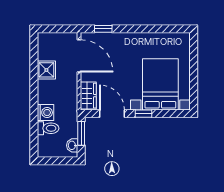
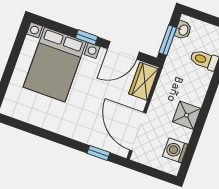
shower: (46, 70) -> (187, 115), moved
washing machine: (45, 113) -> (175, 150), moved
door: (112, 114) -> (123, 50), hinge flipped

